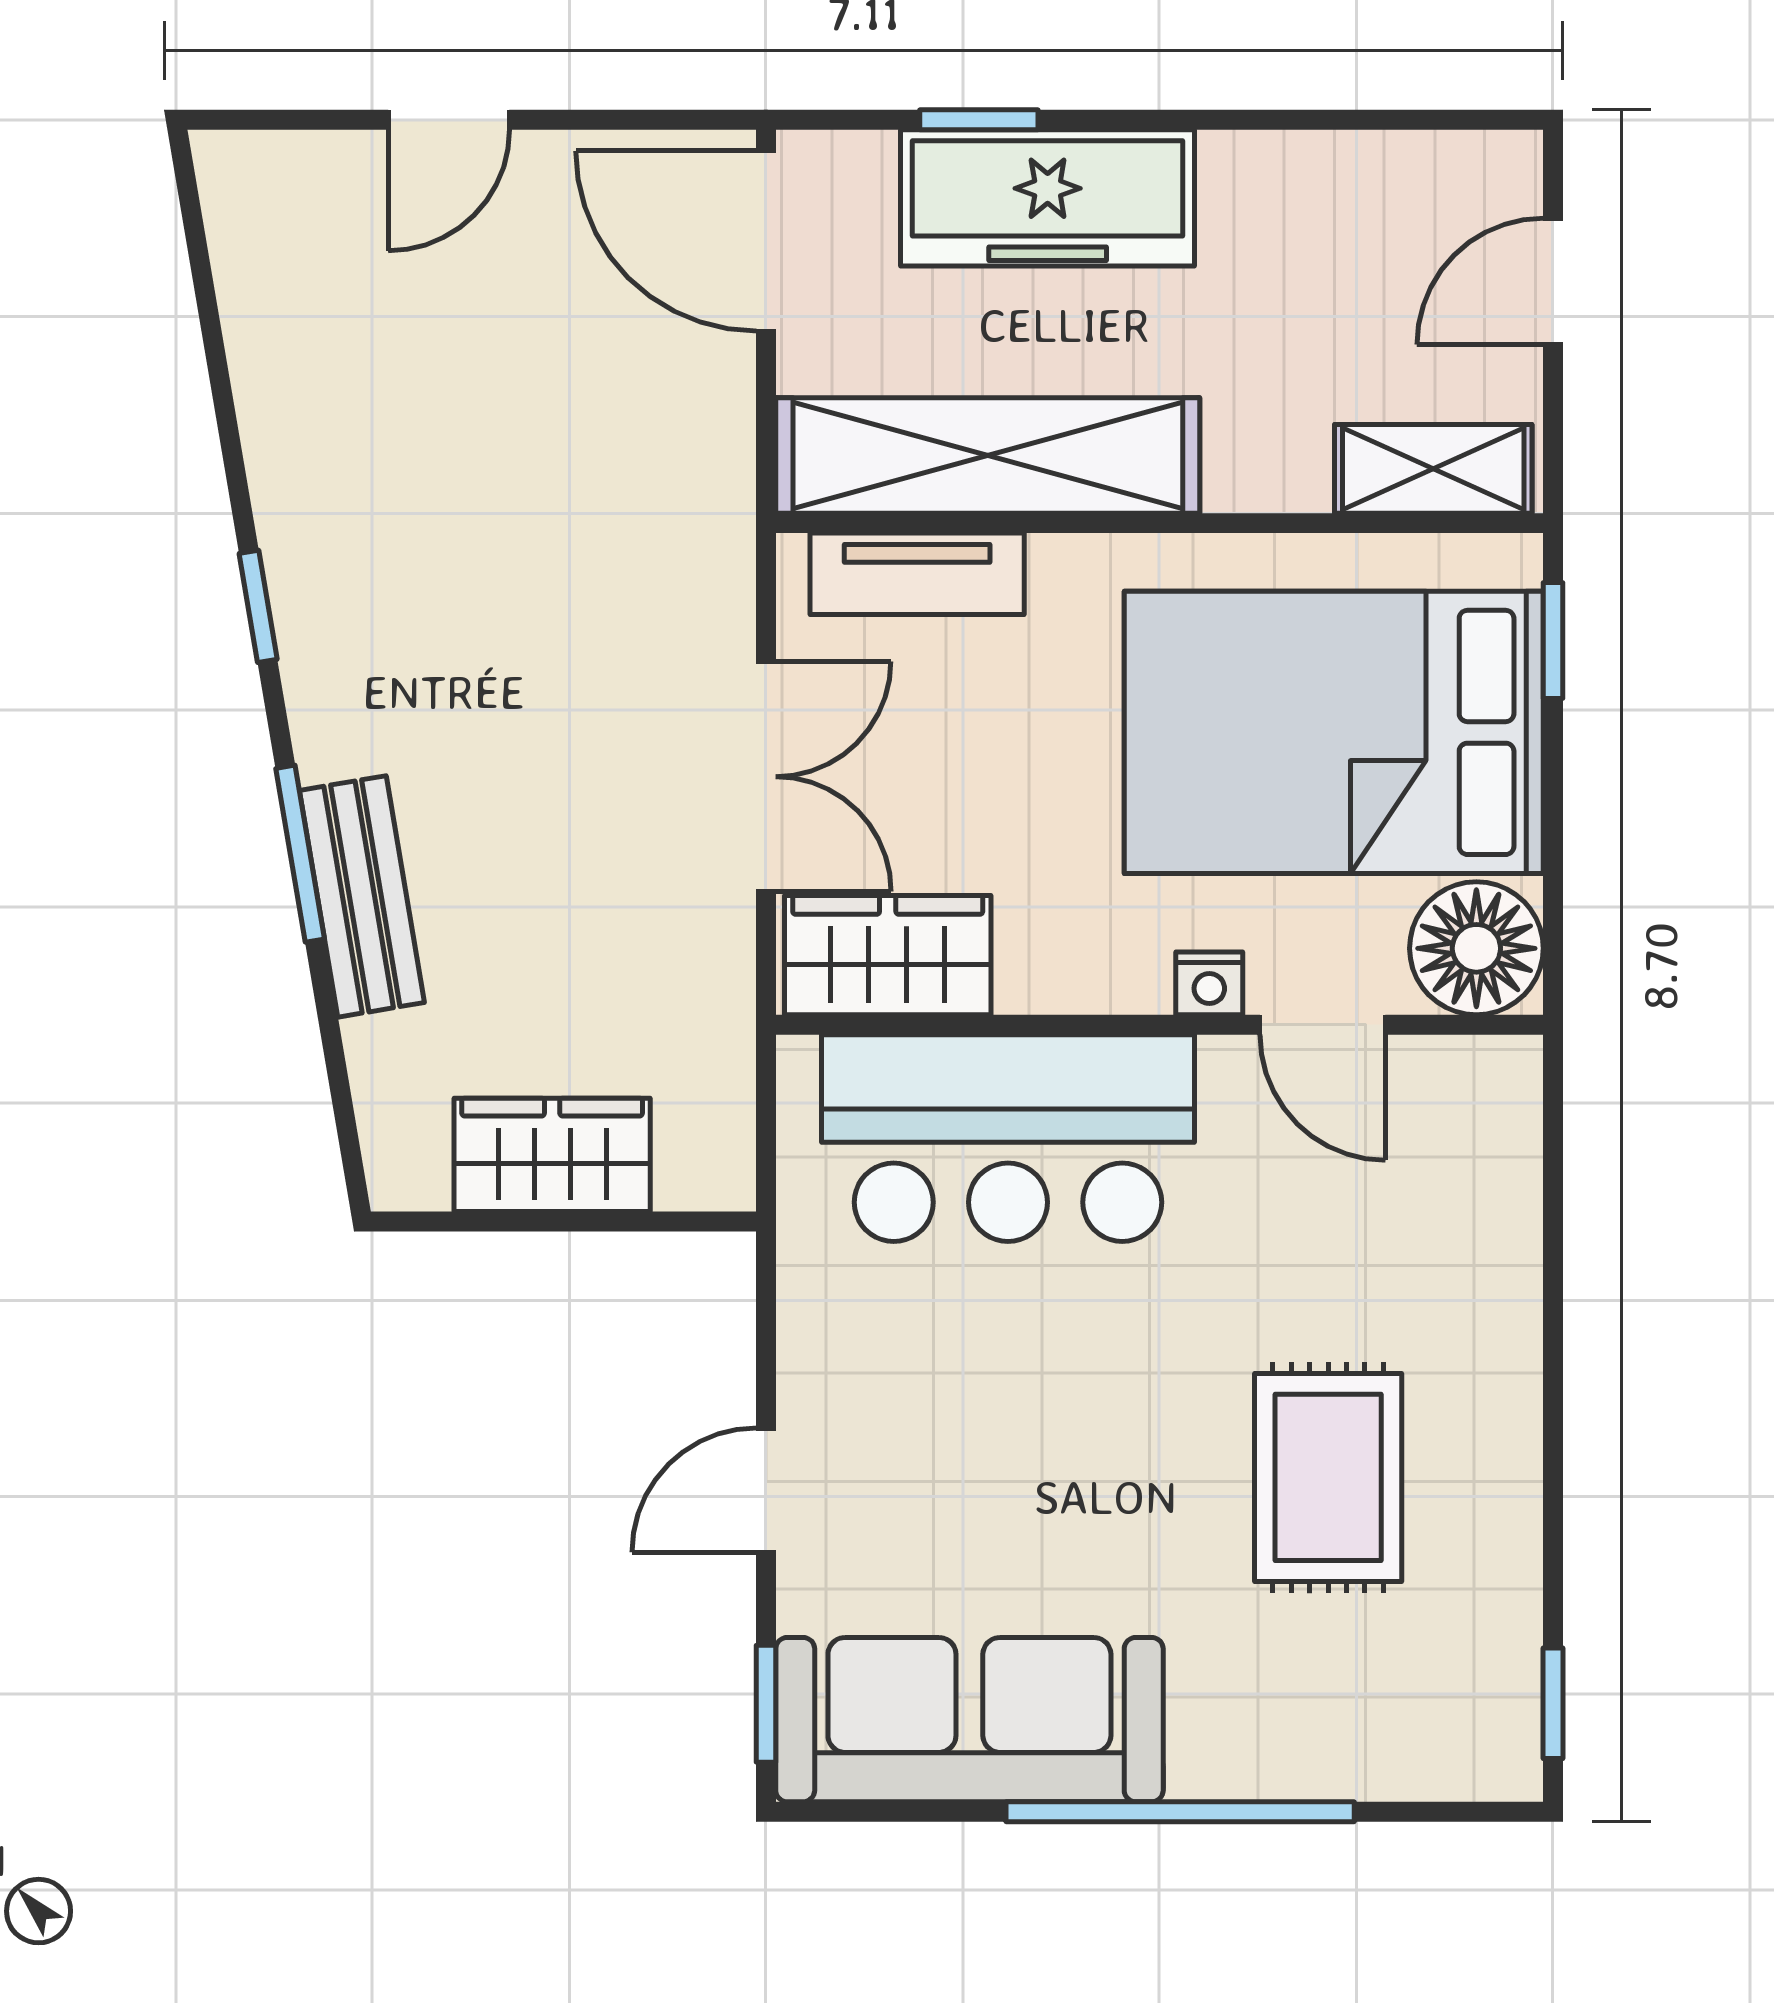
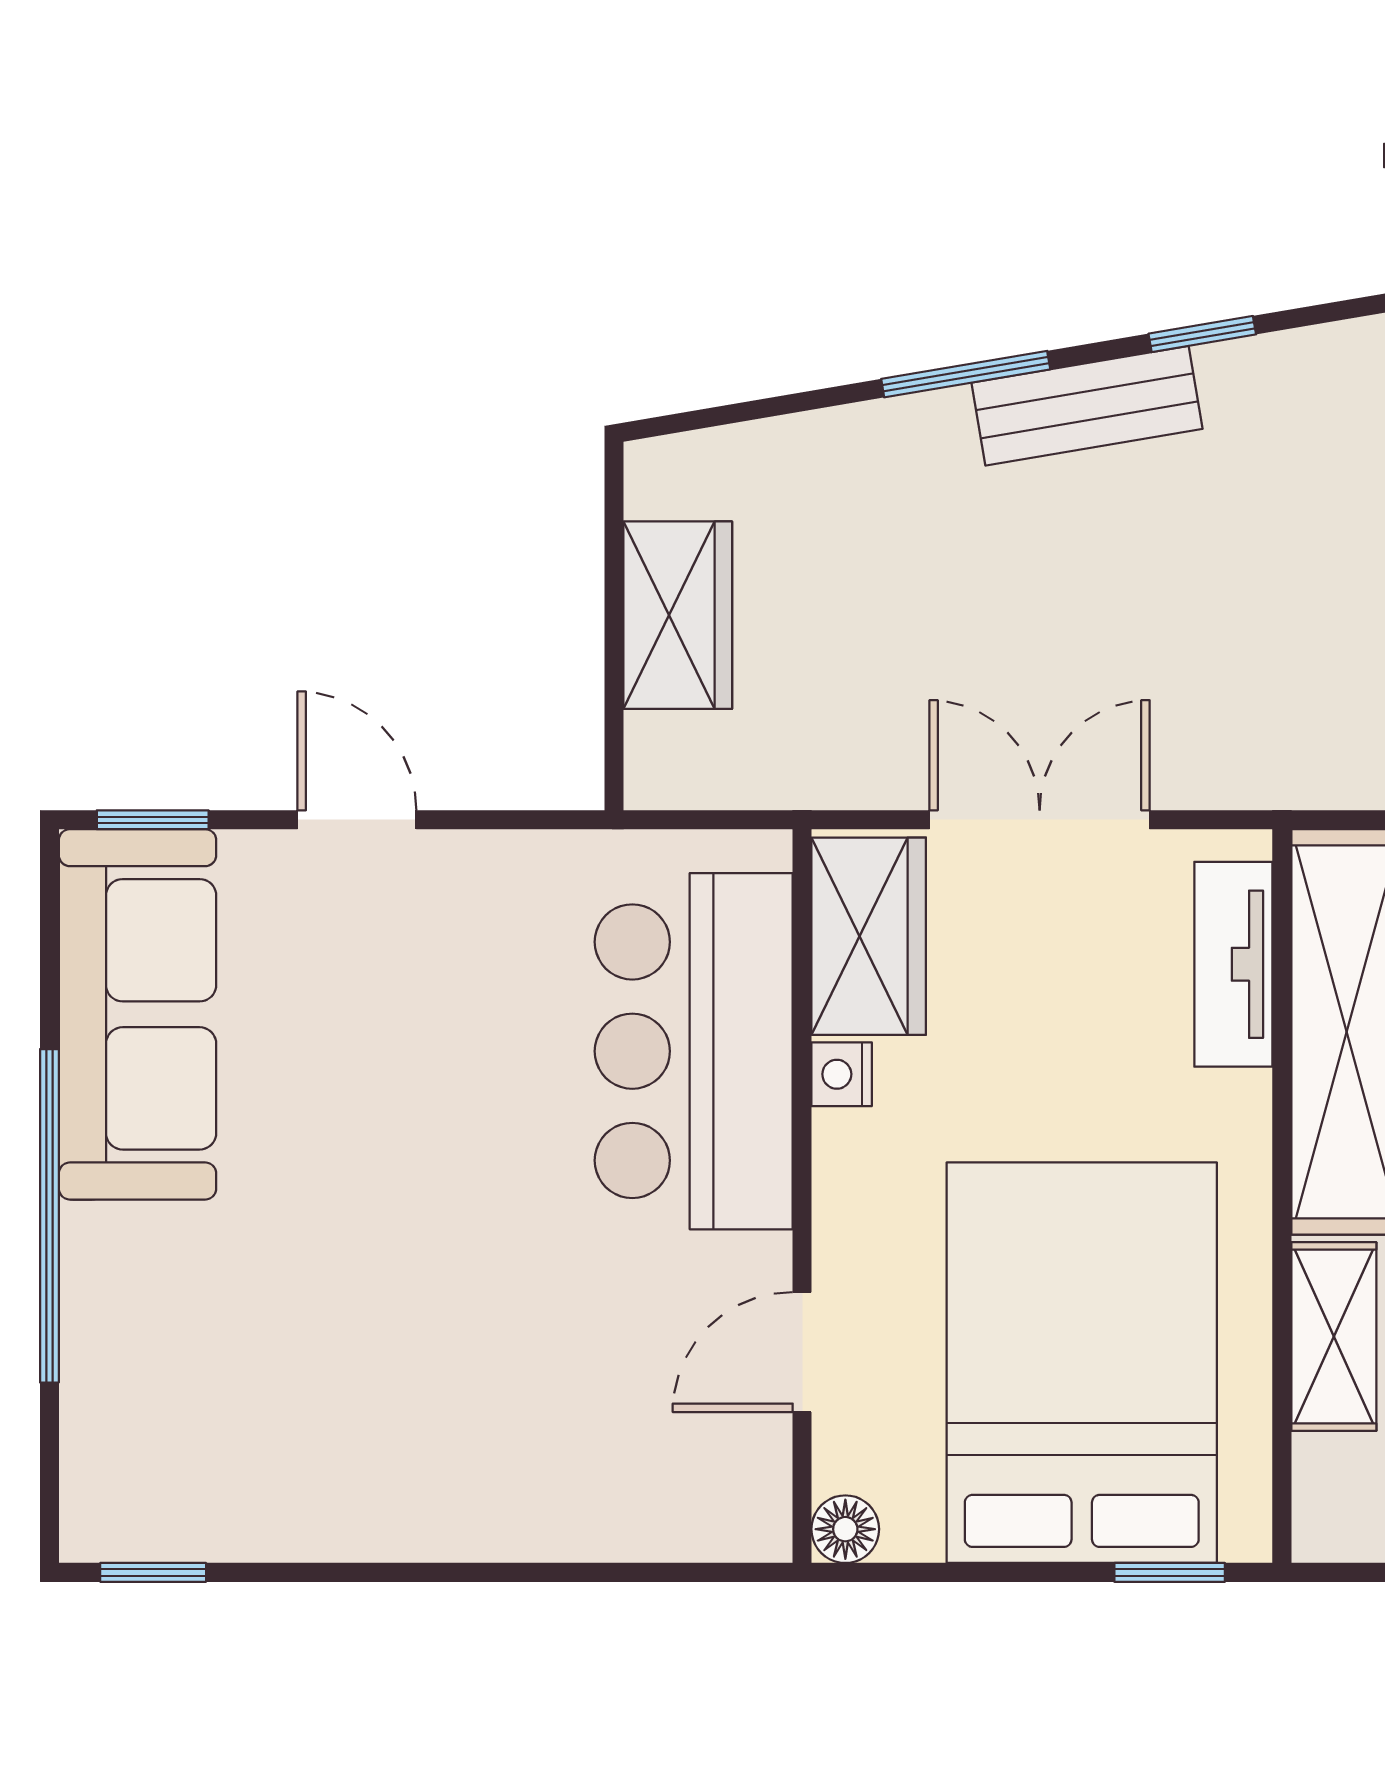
shelving: (1433, 469) -> (1334, 1337), moved
double door: (766, 777) -> (1040, 820), swing flipped
bench: (362, 896) -> (1087, 406), moved
floor lamp: (1476, 948) -> (845, 1529), width x0.53, depth x0.53
nightstand: (1209, 983) -> (842, 1074), moved
rug: (1328, 1477) -> (369, 1357), removed

